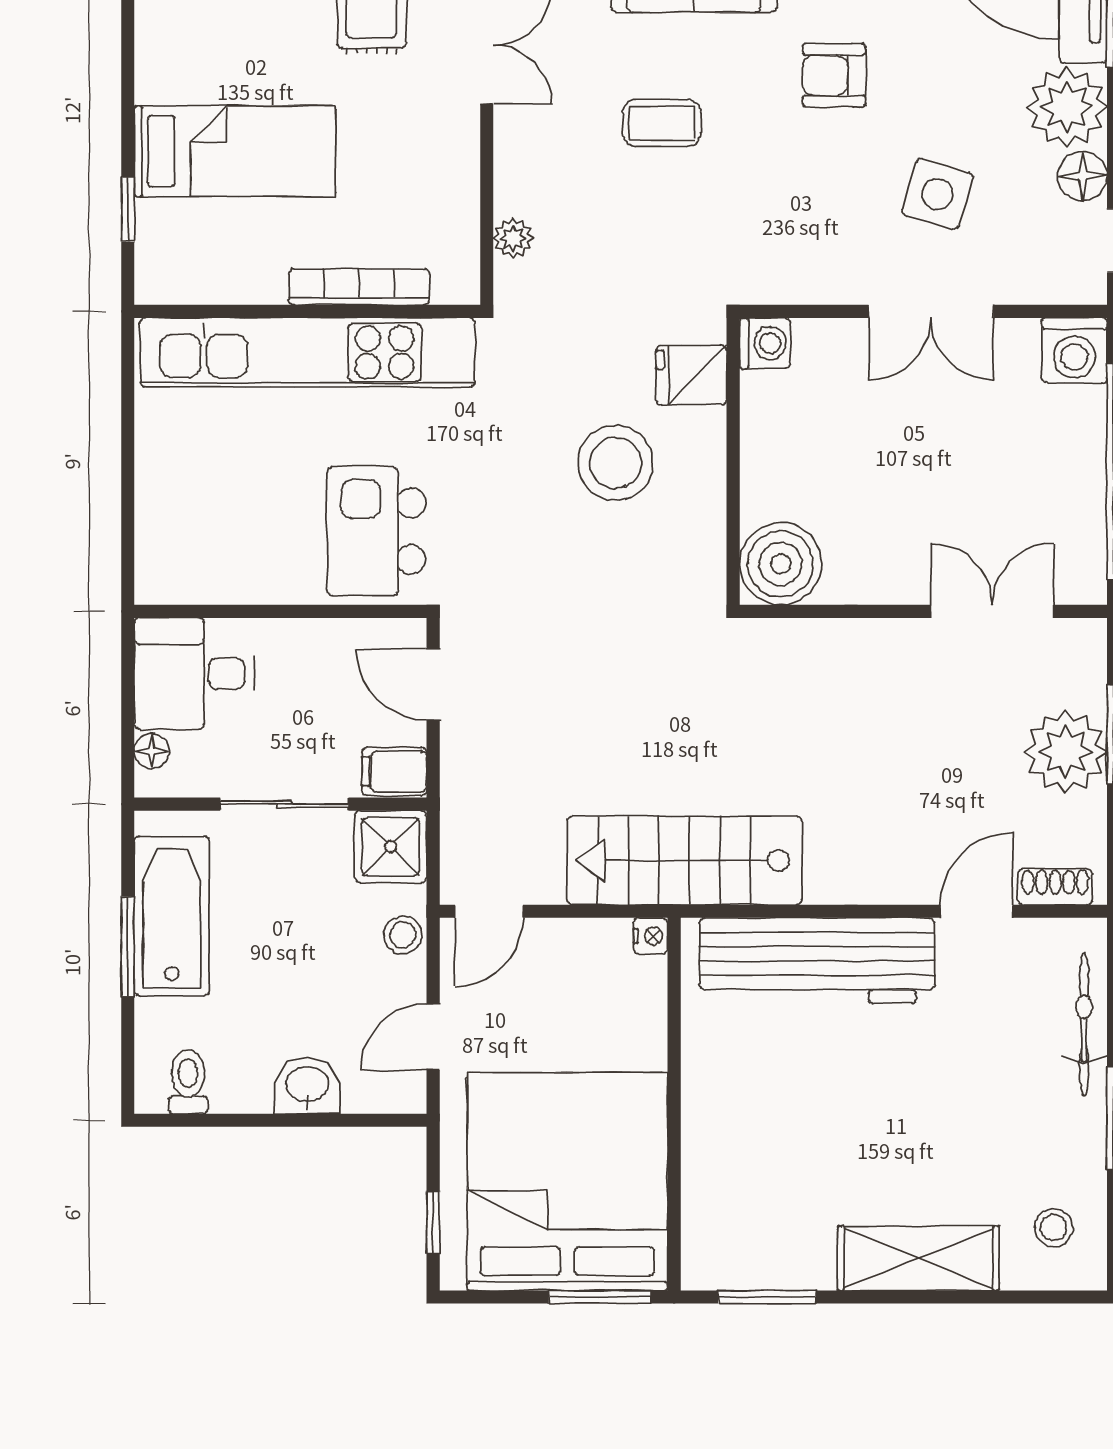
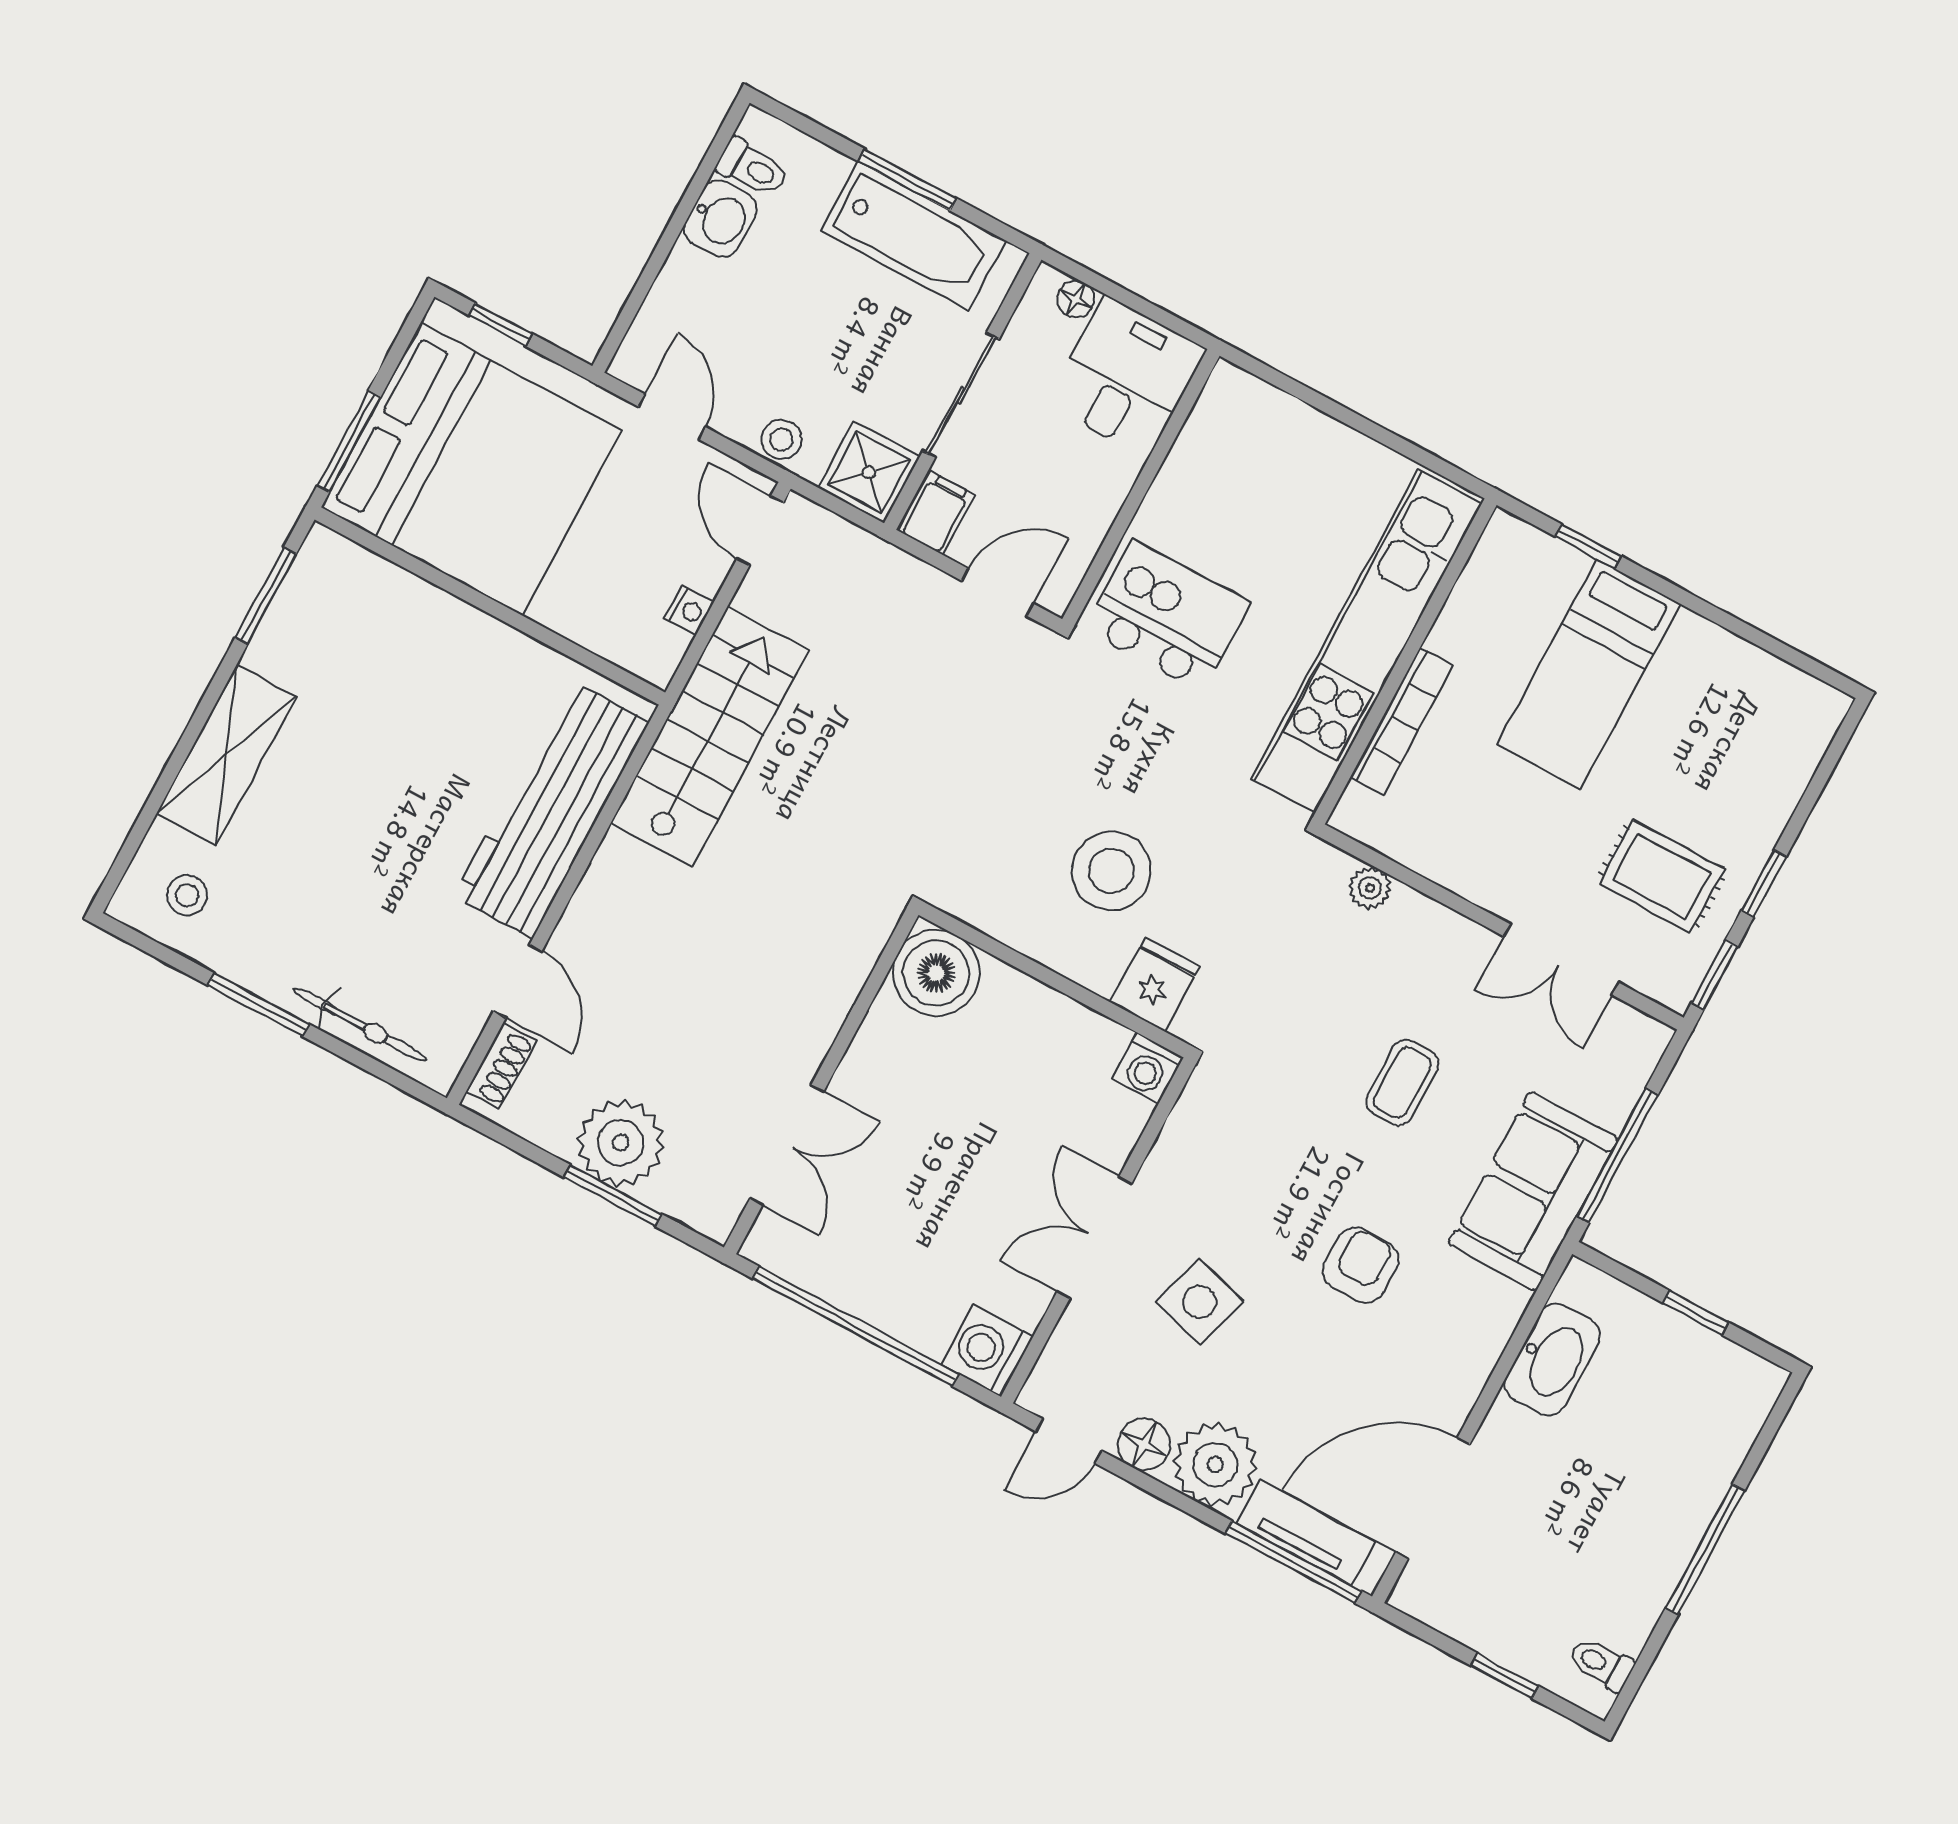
nightstand: (651, 936) -> (689, 610), moved, turned -90
washbasin: (307, 1086) -> (720, 219), moved

